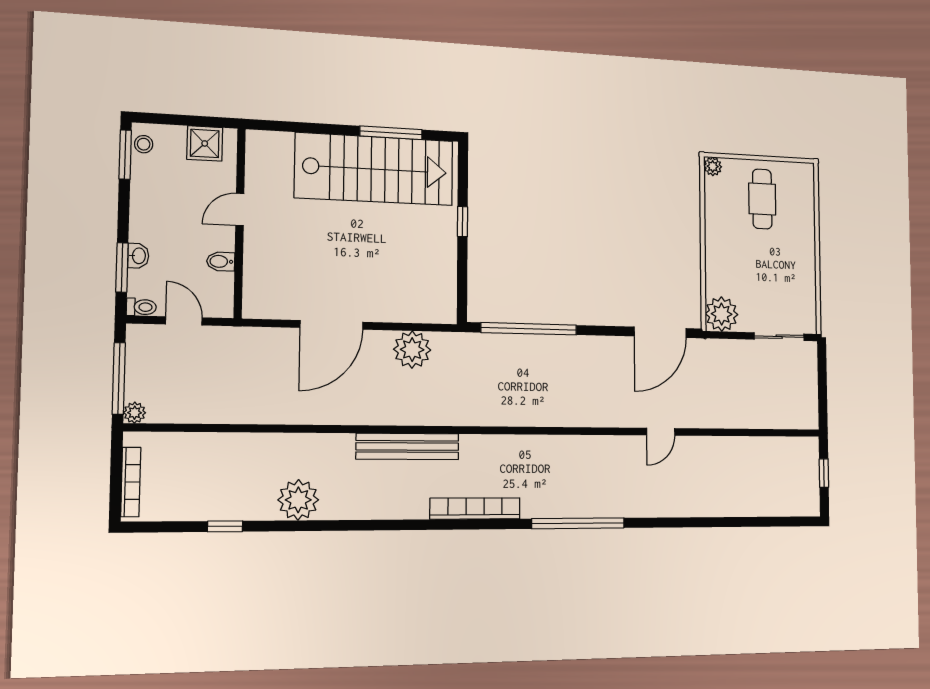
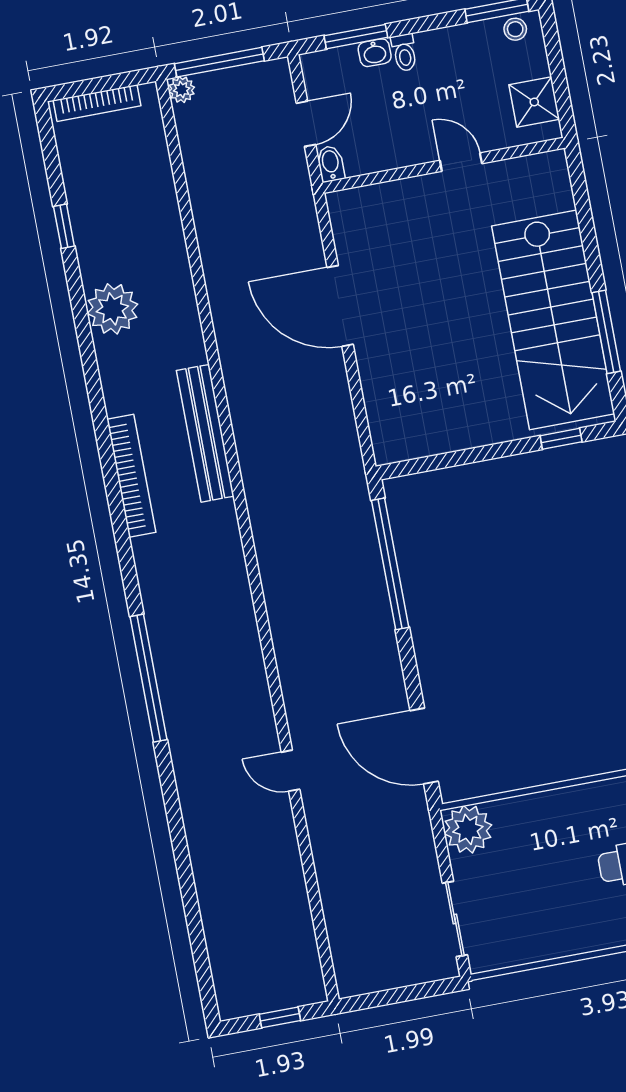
window: (463, 222) -> (561, 439), moved
bidet: (221, 261) -> (331, 164), moved
toilet: (141, 307) -> (404, 53), moved
plant: (412, 350) -> (330, 415), removed
bookcase: (475, 508) -> (131, 476), moved

